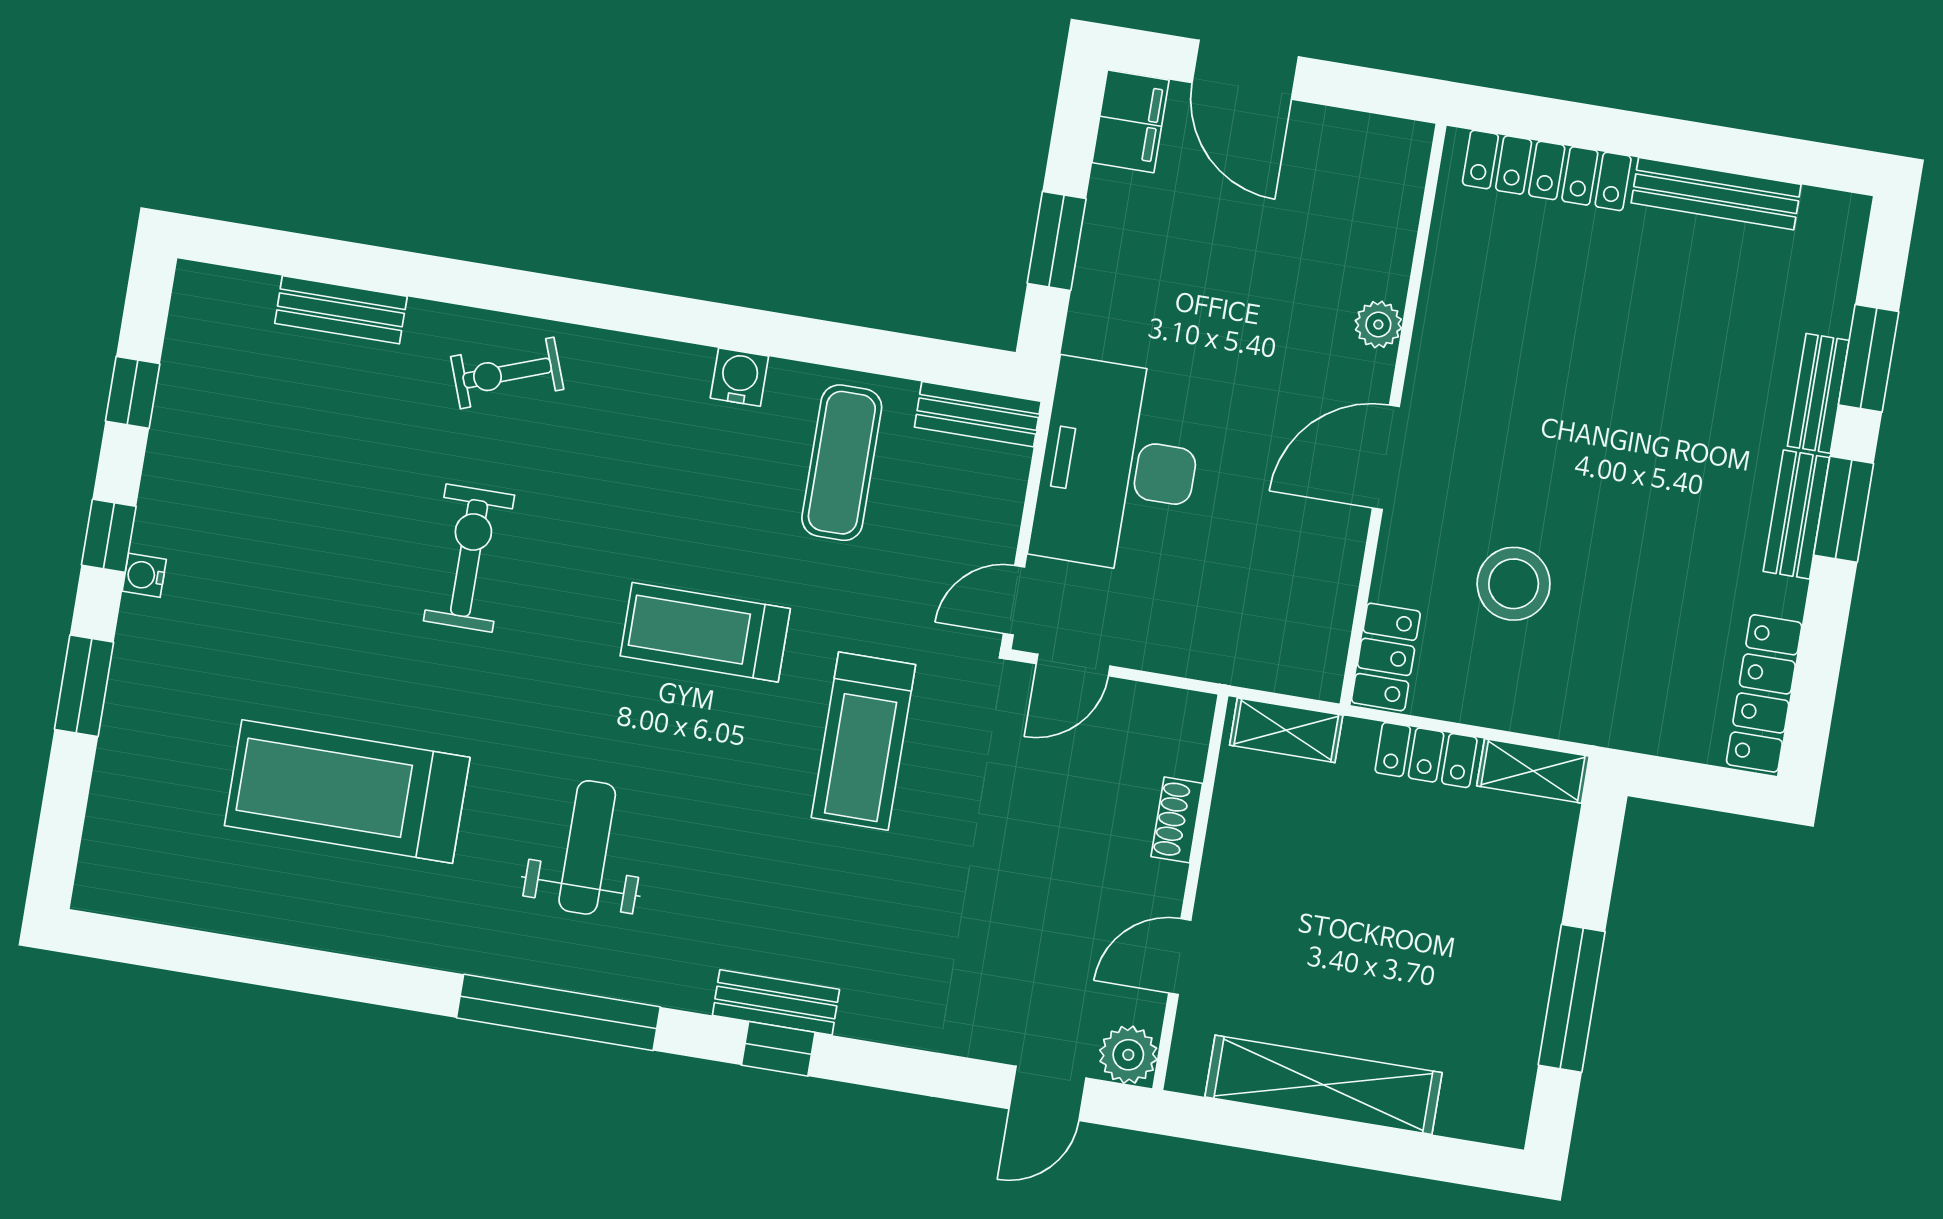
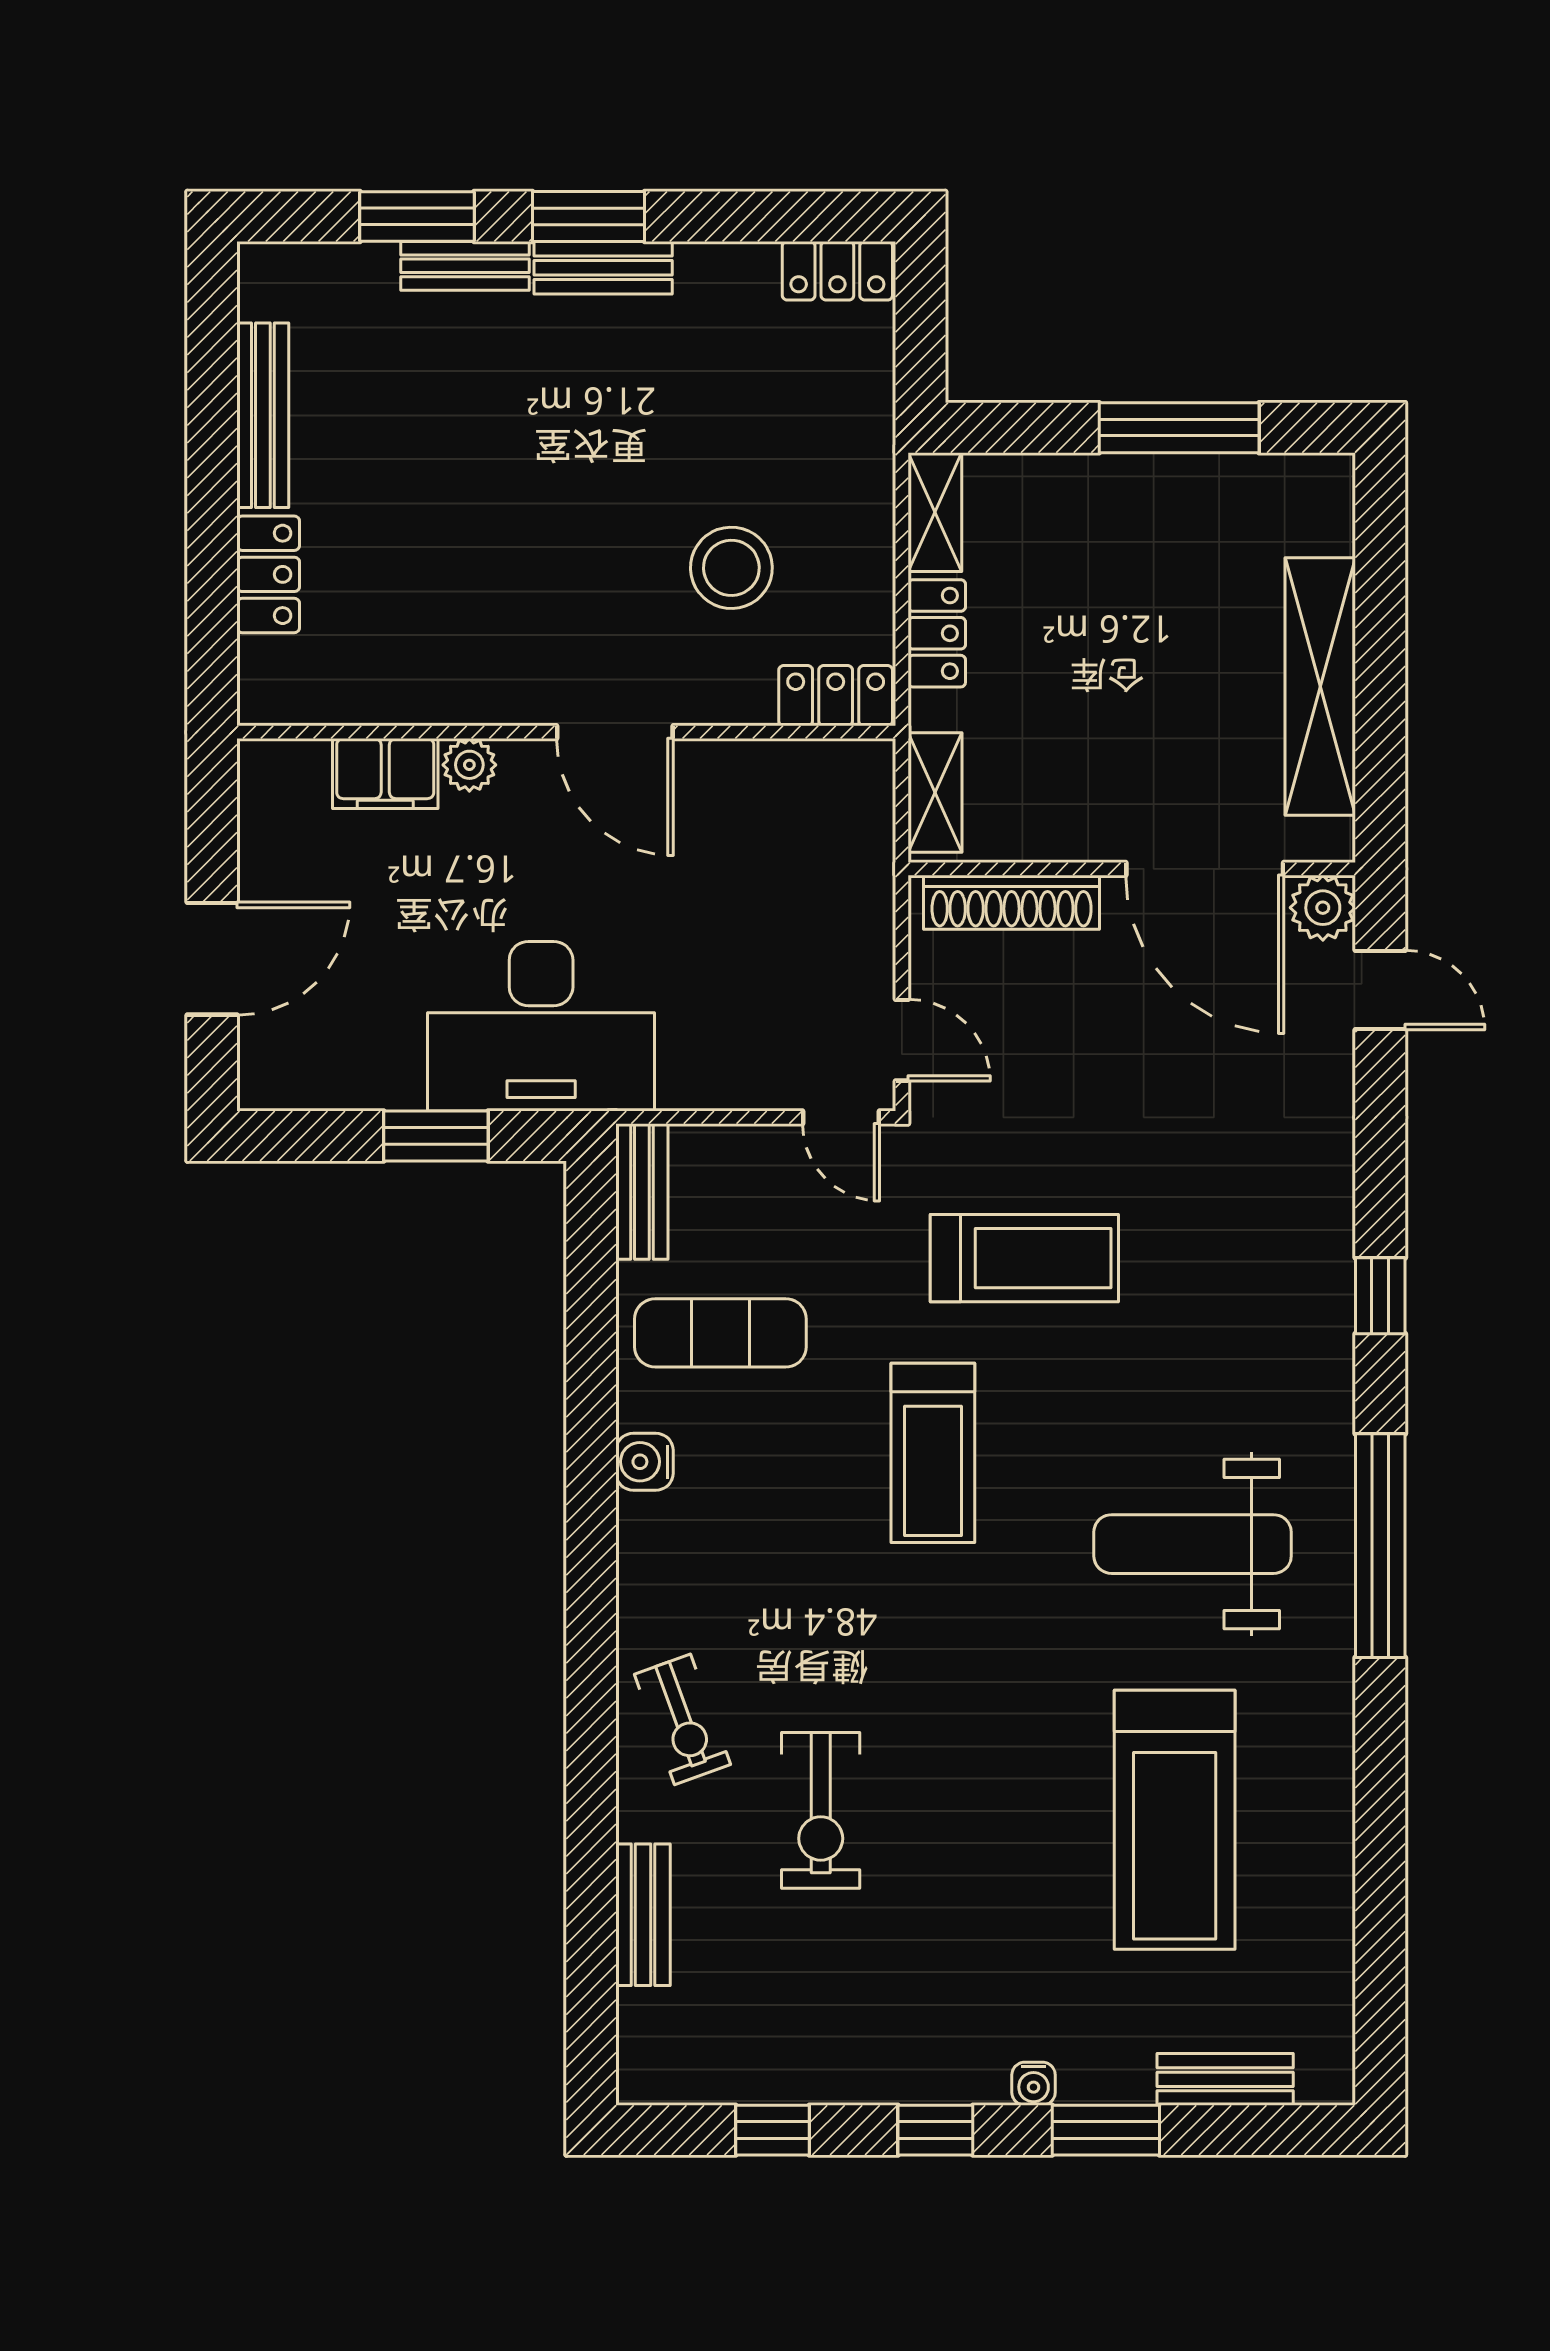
filing cabinet: (1131, 121) -> (385, 774), moved, turned 180
locker: (1547, 170) -> (268, 574), width x0.66
desk: (1118, 466) -> (541, 1026), moved
exercise bike: (469, 558) -> (821, 1810), moved, turned -90
water cooler: (144, 575) -> (1034, 2084), moved
locker: (1764, 693) -> (837, 271), width x0.66
shoe rack: (1177, 820) -> (1012, 902), width x1.94, depth x1.24
weight bench: (587, 847) -> (1193, 1544), width x1.36, depth x1.33
door: (1180, 957) -> (1205, 869), width x1.88
bench: (776, 1002) -> (1225, 2079), moved, turned 90

